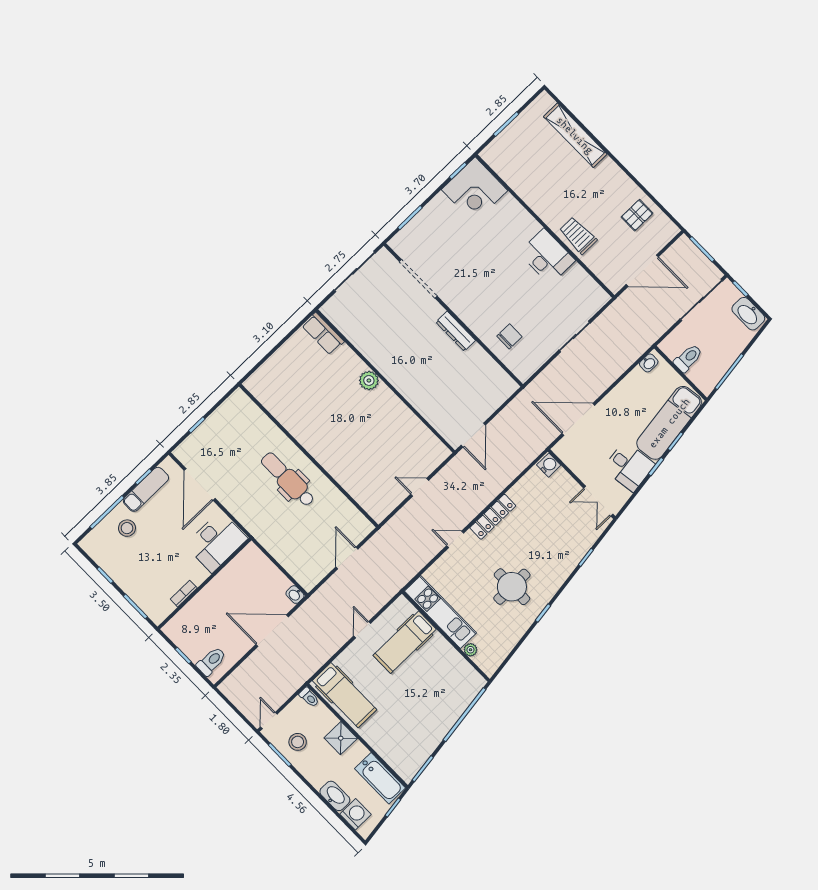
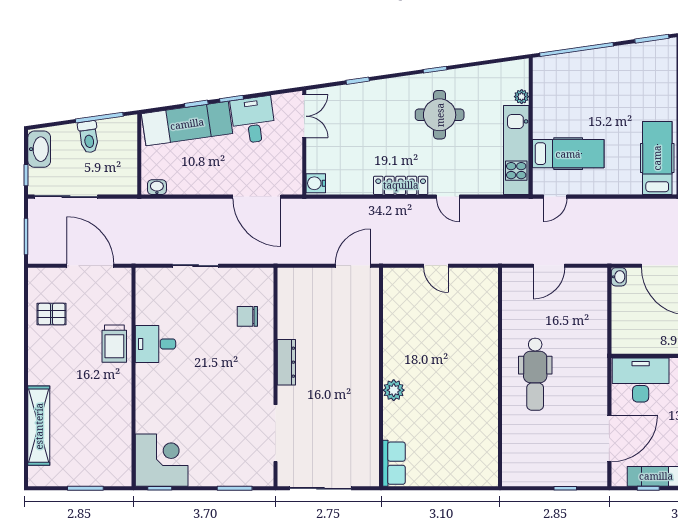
desk: (547, 257) -> (155, 344), width x0.73
toilet: (688, 358) -> (89, 137), moved, turned -98
door: (362, 630) -> (555, 197), moved

